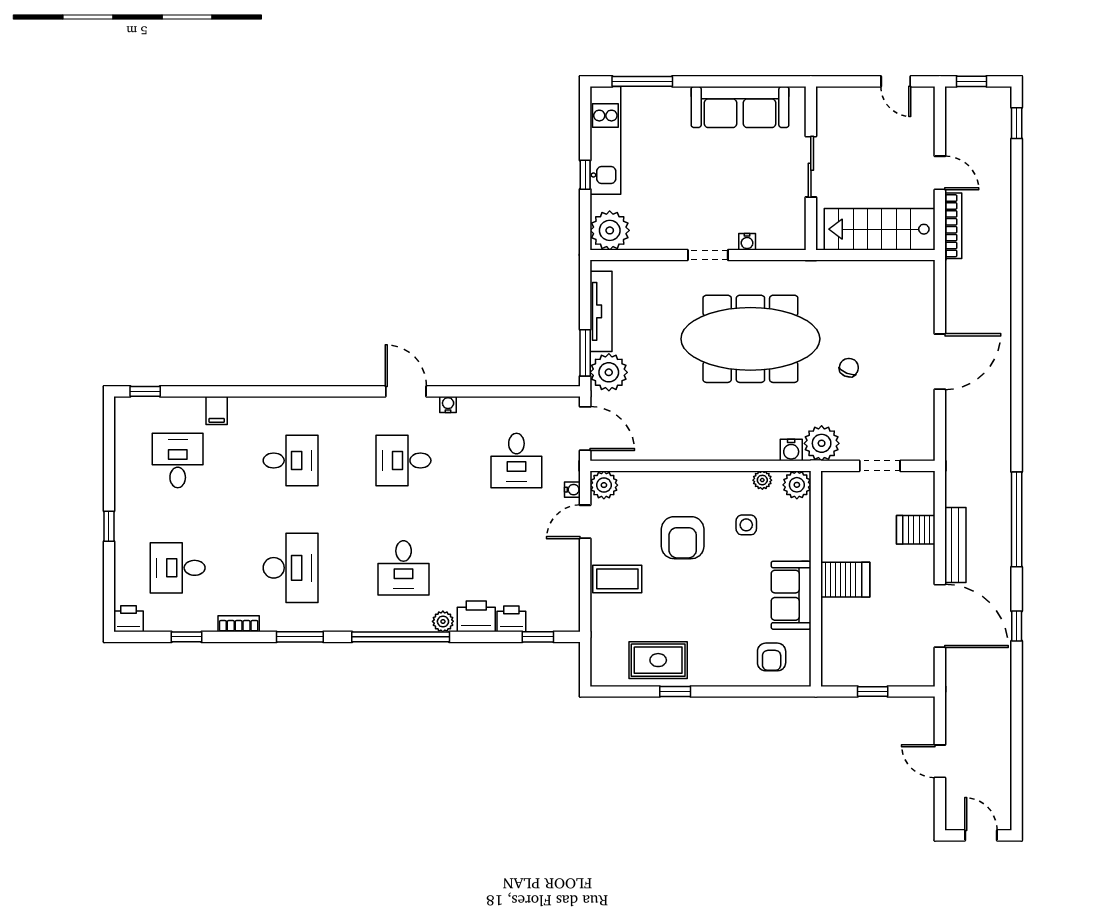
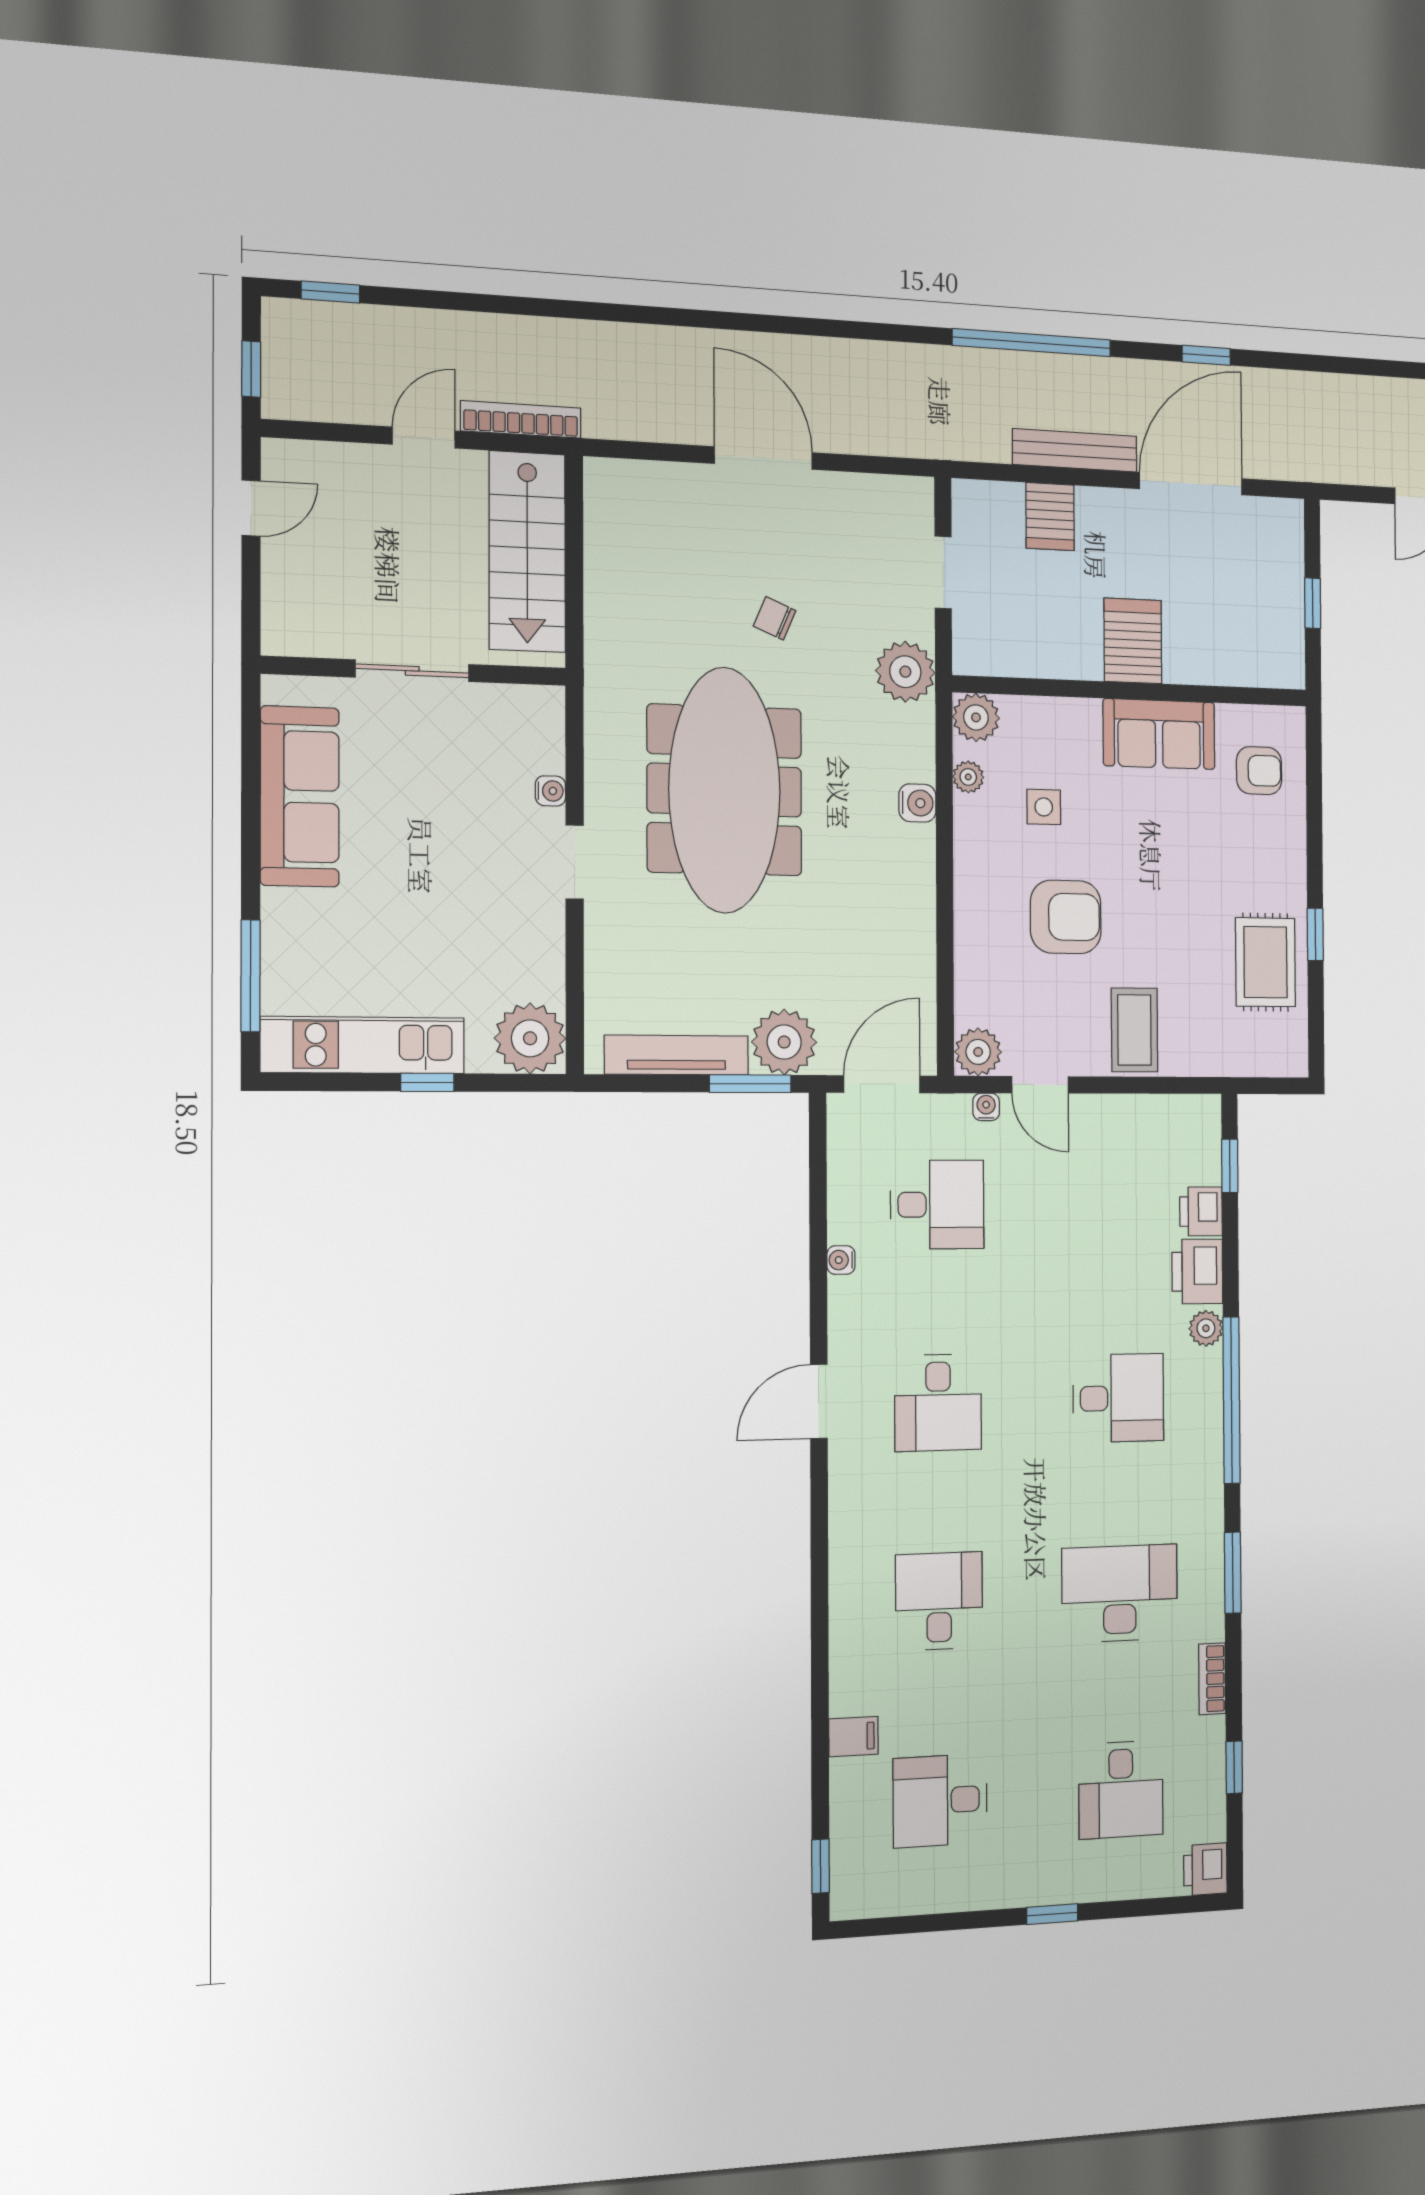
water cooler: (448, 404) -> (841, 1260), moved
water cooler: (791, 450) -> (917, 803), moved

